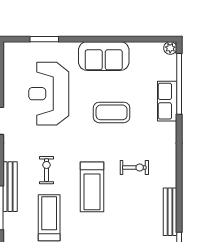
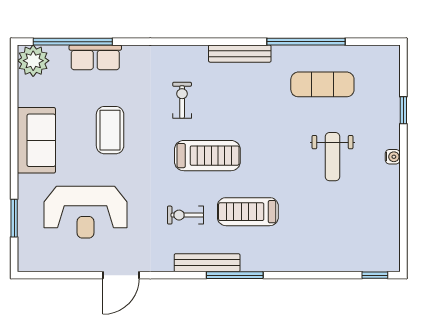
plant: (170, 48) -> (33, 61), width x1.88, depth x1.88

